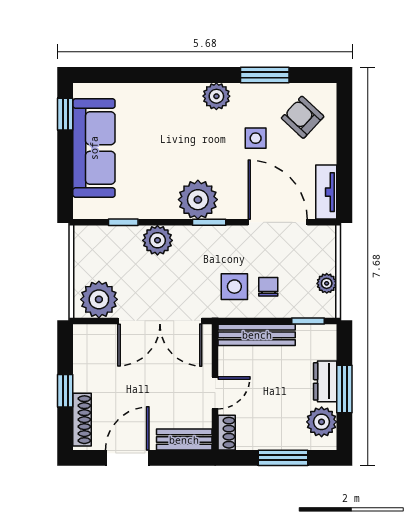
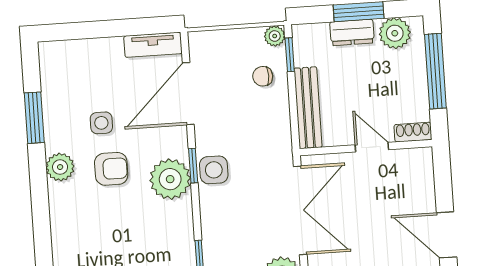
armchair: (303, 117) -> (111, 169), moved, turned -133
plant: (157, 240) -> (216, 219), removed
plant: (327, 283) -> (275, 36), moved
side table: (234, 287) -> (214, 170), moved
chair: (268, 287) -> (263, 76), moved
bench: (184, 440) -> (423, 176), removed
window: (283, 458) -> (435, 71), width x1.44

